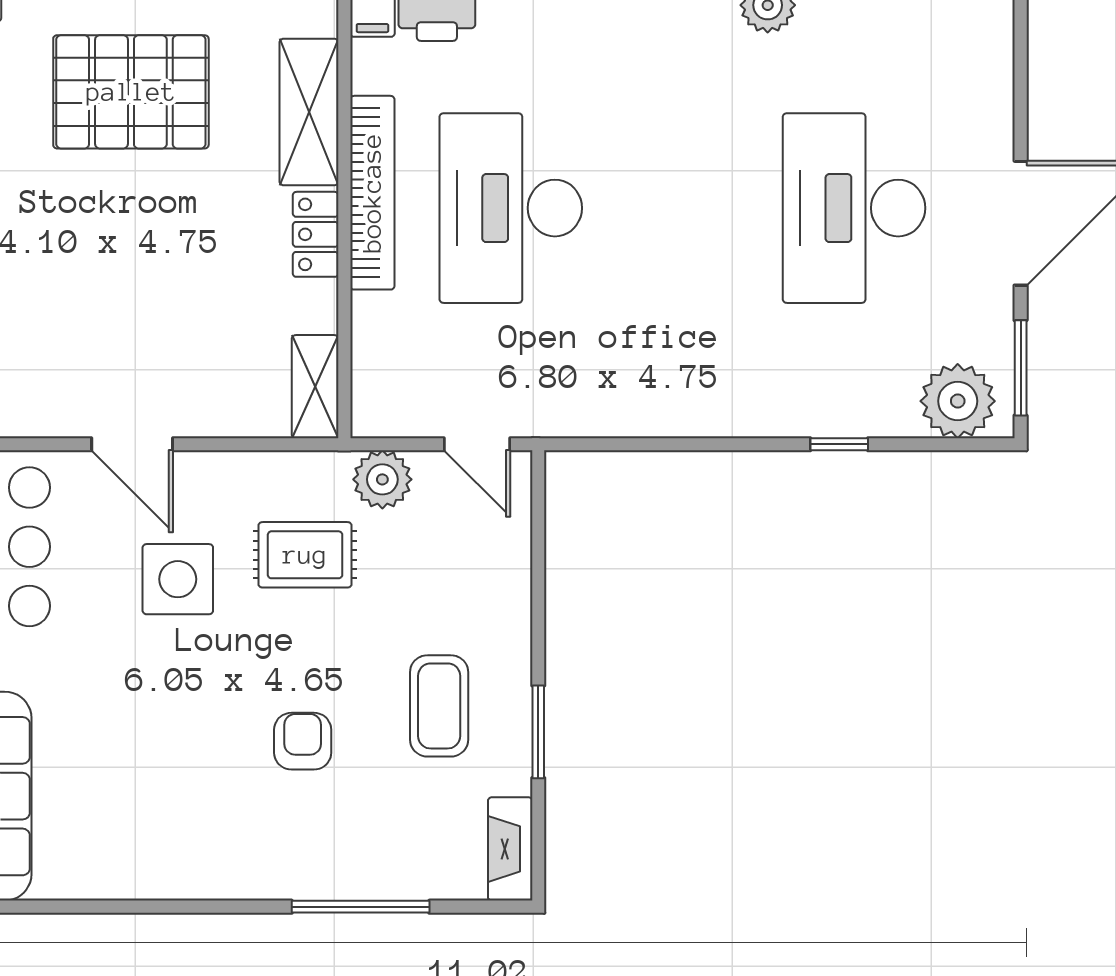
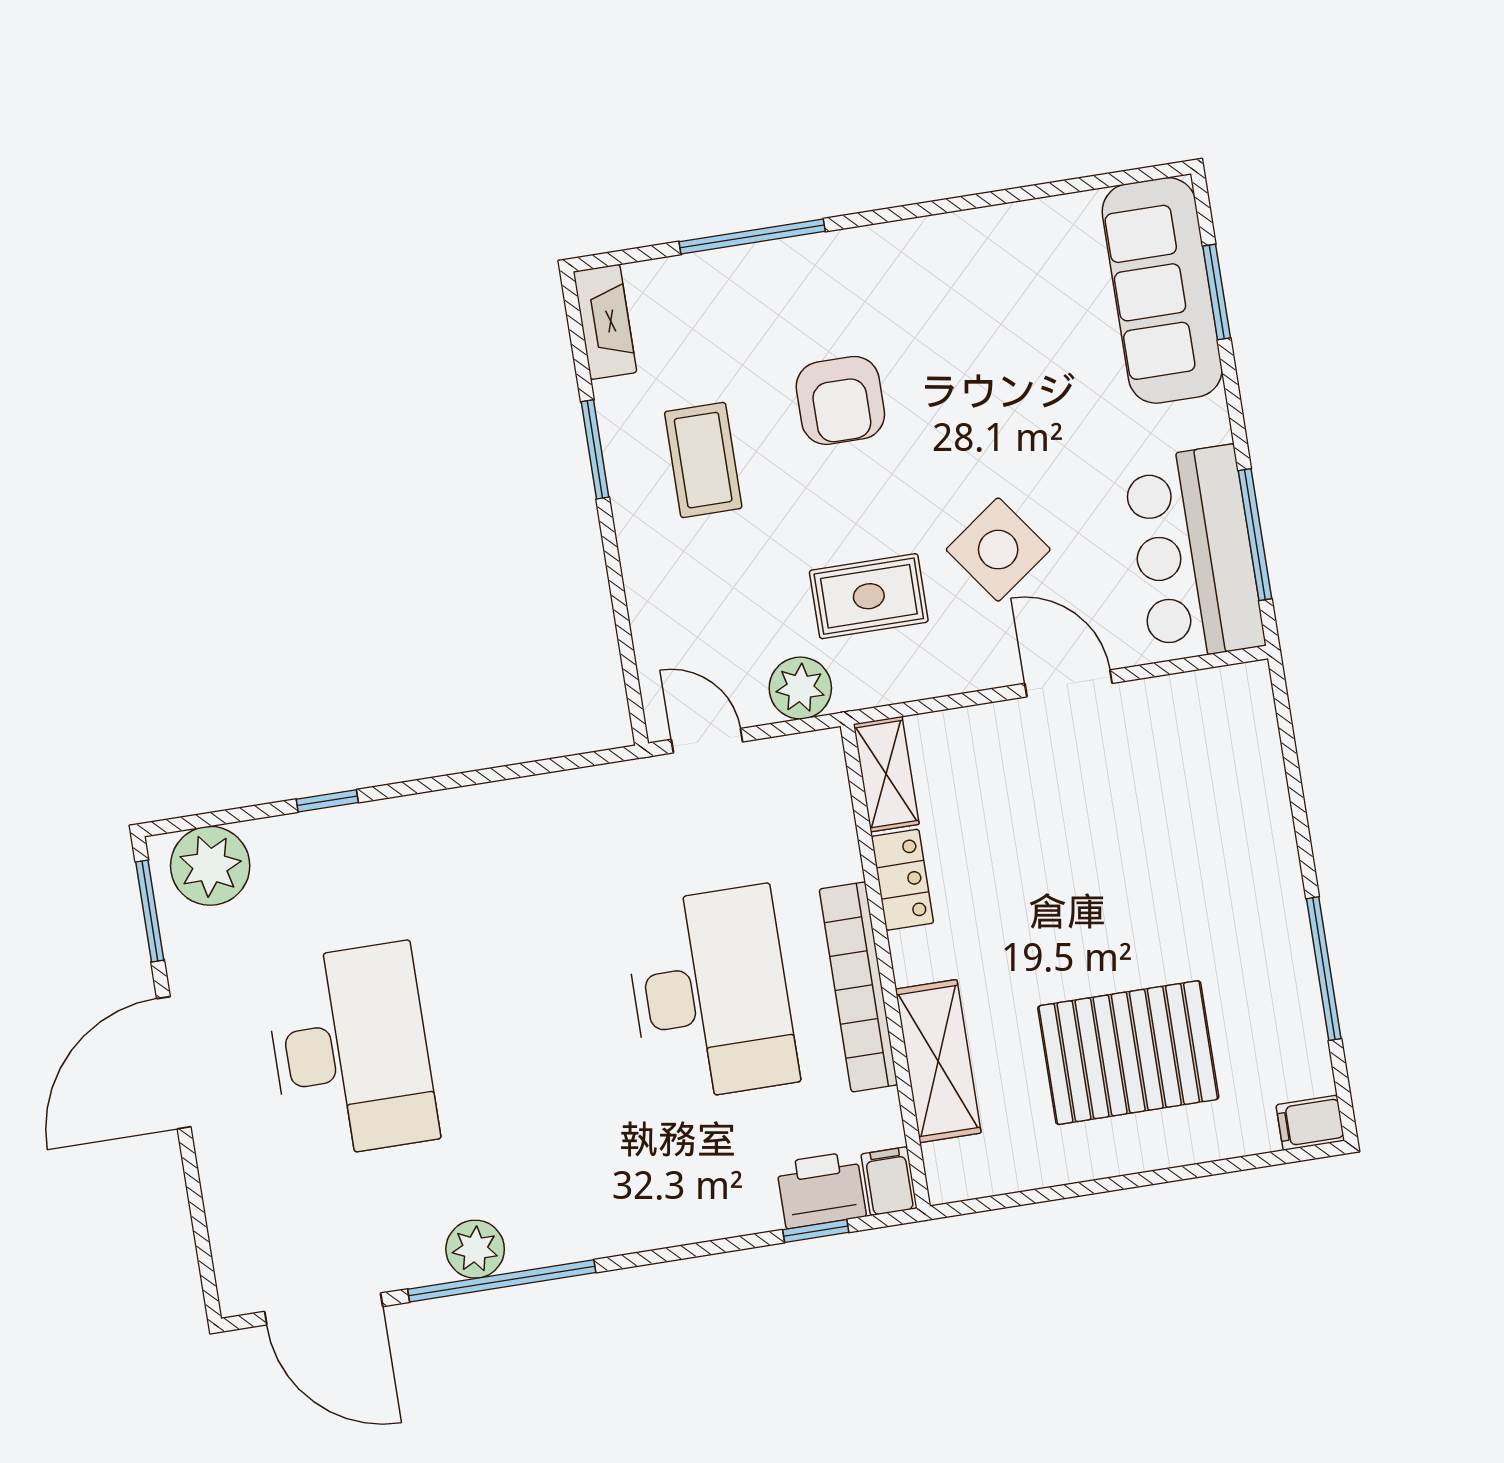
locker: (316, 234) -> (902, 880), moved
side table: (178, 579) -> (998, 550), turned -36
armchair: (303, 741) -> (840, 400), width x1.38, depth x1.38

